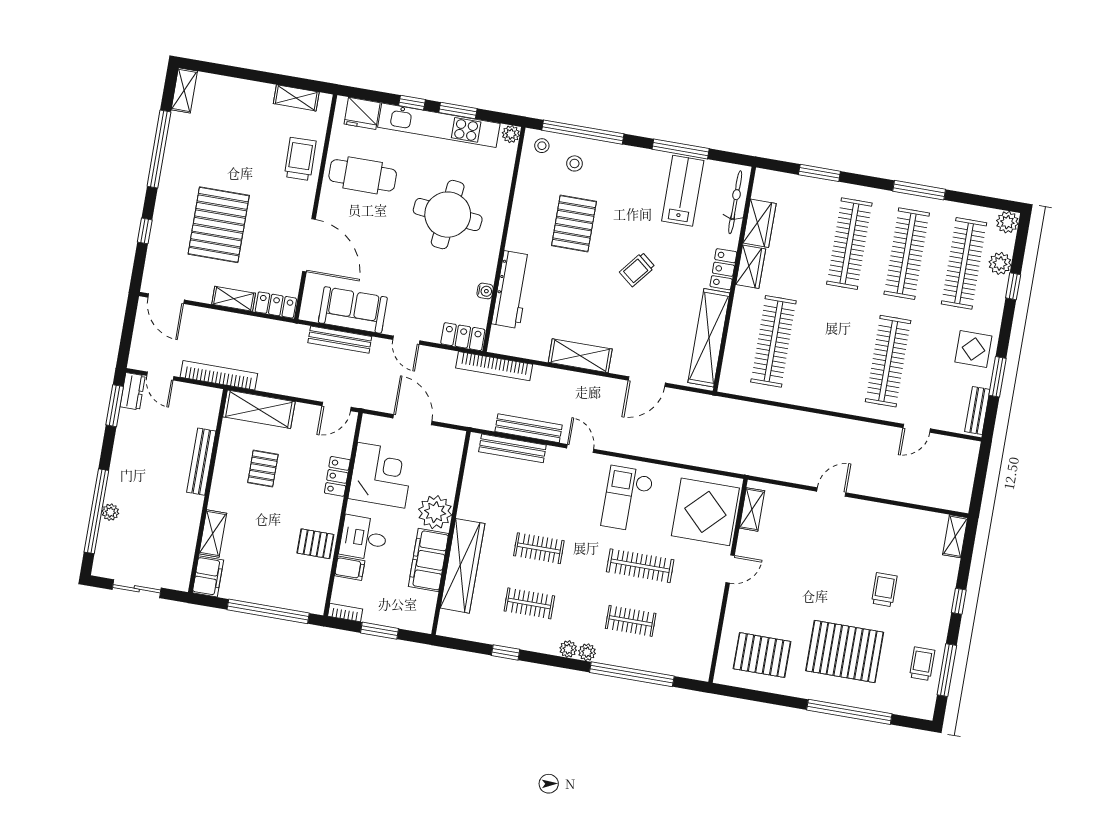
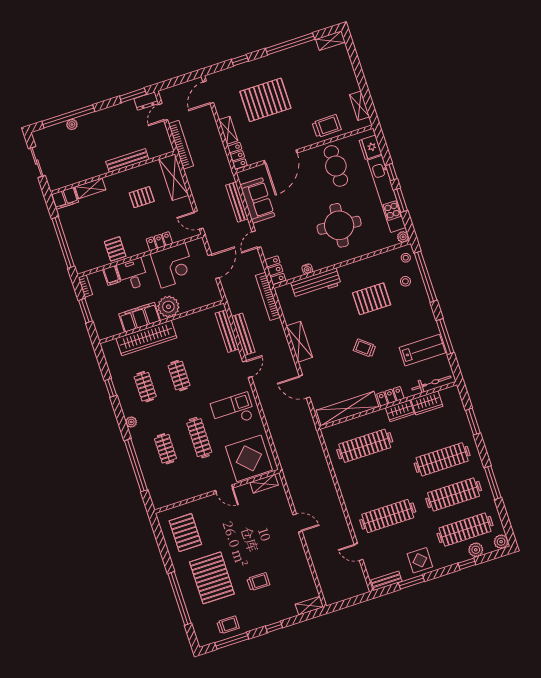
plant: (587, 652) -> (135, 434), removed

